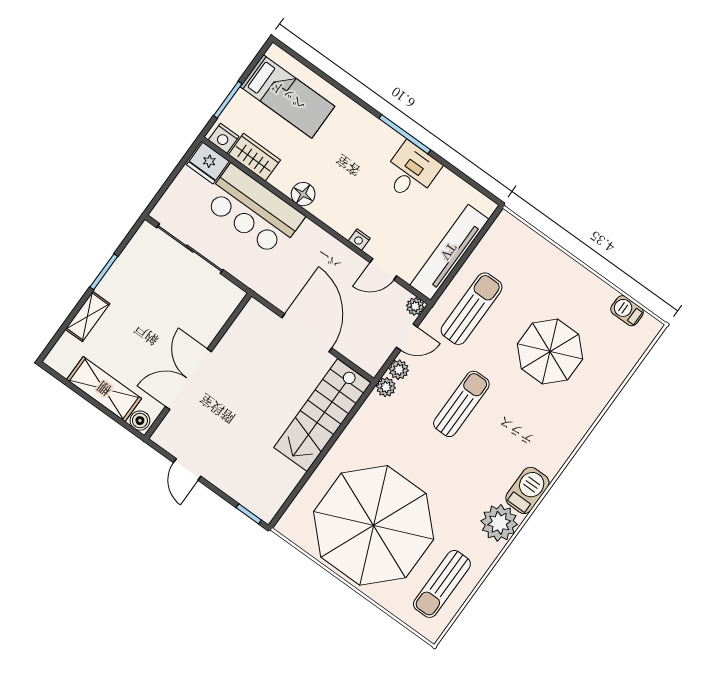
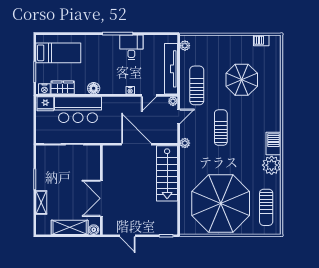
plant: (399, 370) -> (185, 46), moved

